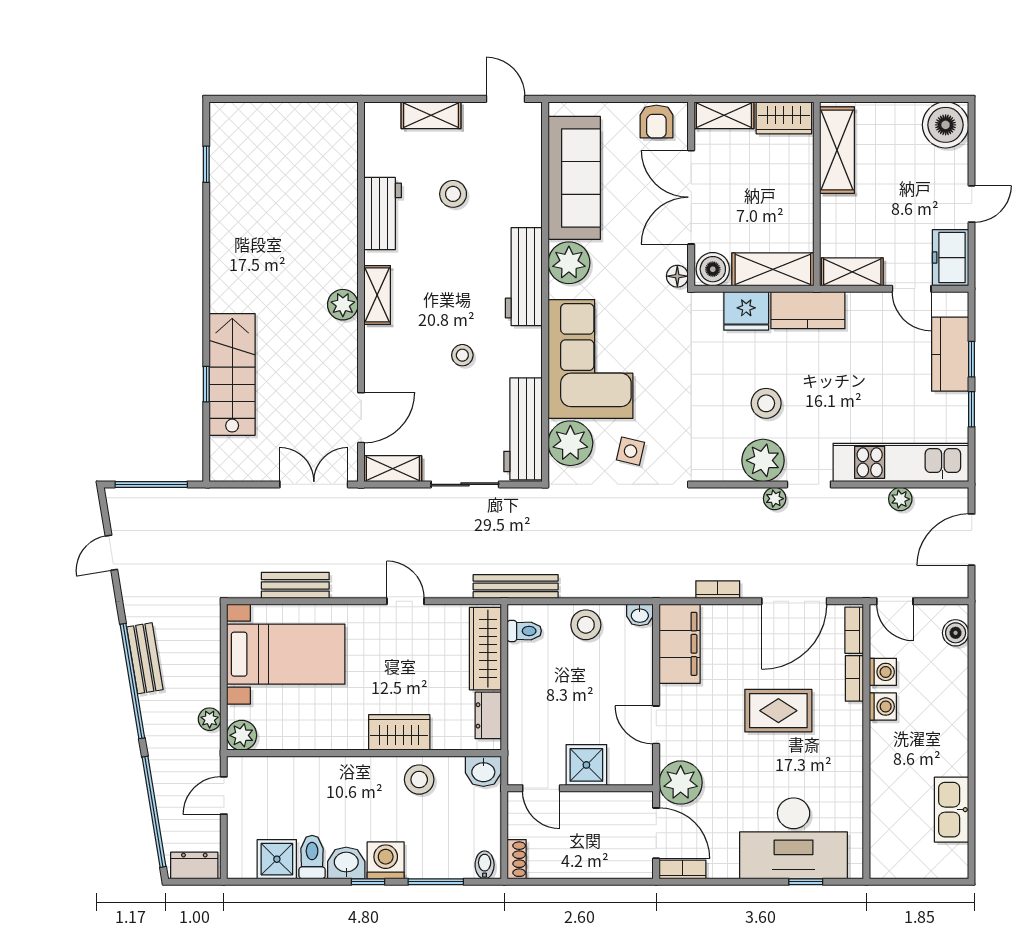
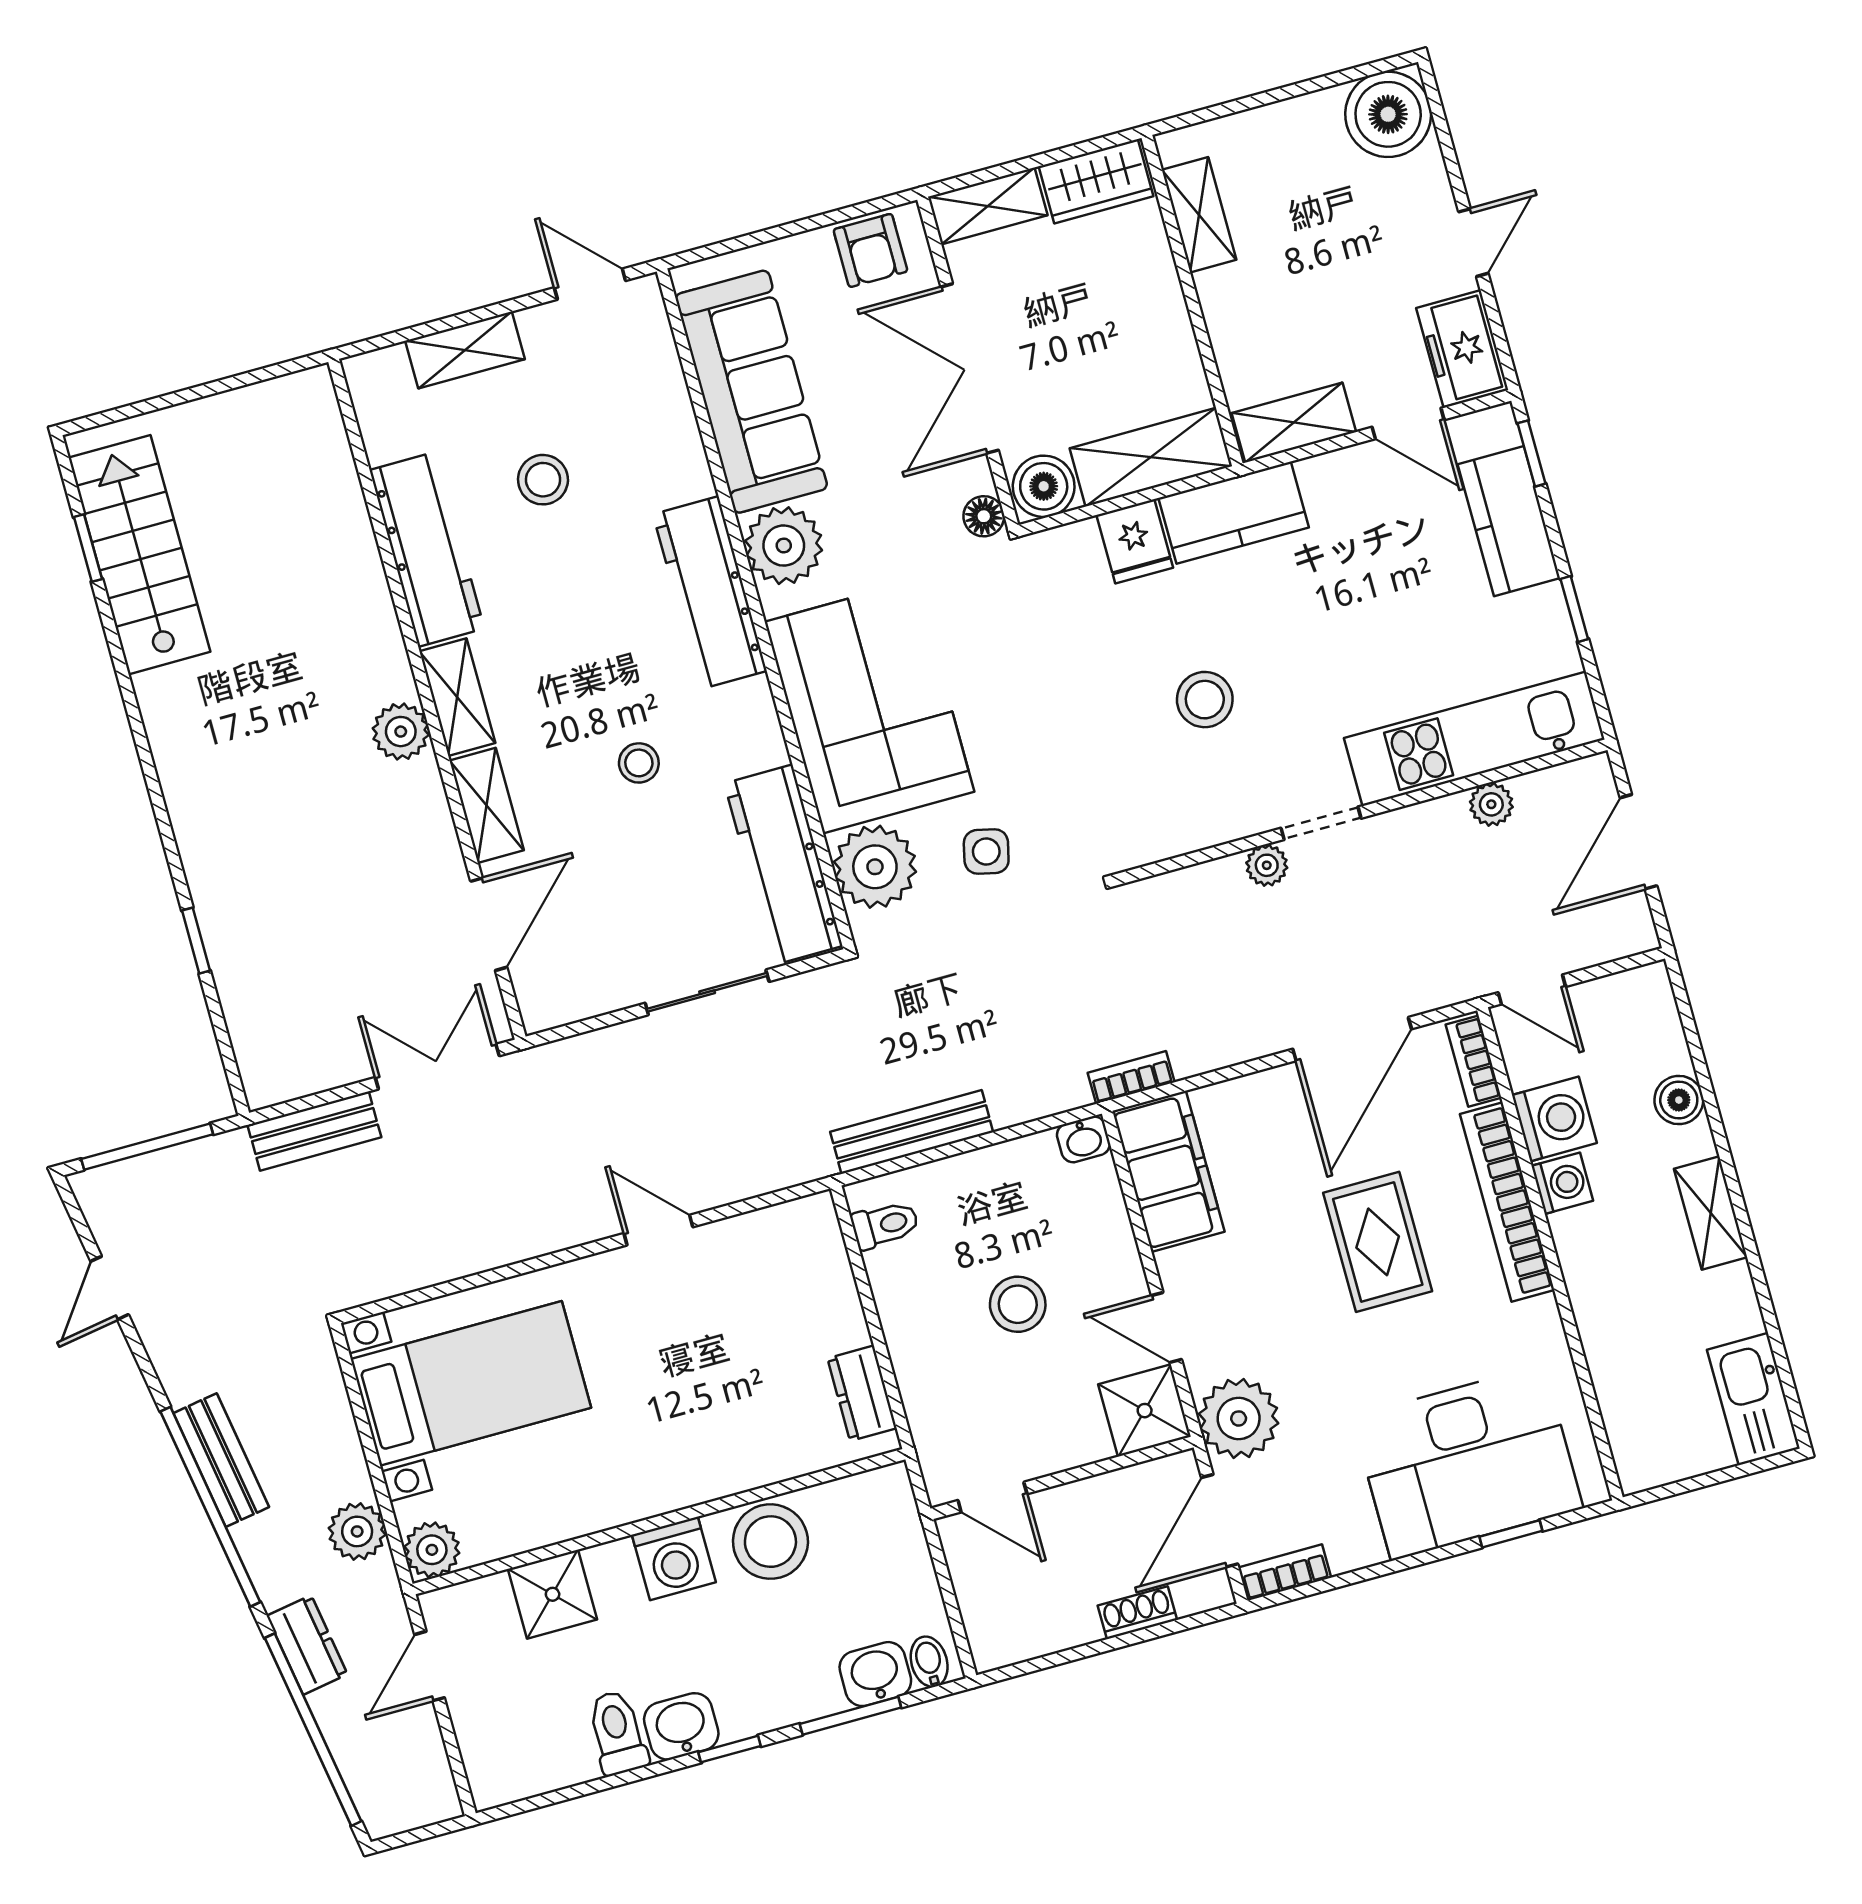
shelving: (837, 150) -> (1199, 215), width x0.67, depth x0.75
workbench: (383, 214) -> (427, 549), width x1.37
fridge: (746, 311) -> (1135, 541), width x0.72
window: (972, 359) -> (1532, 453), moved
stairs: (232, 374) -> (139, 555), moved
plant: (763, 460) -> (1227, 803), removed
shelving: (393, 469) -> (487, 805), moved, turned 90
bench: (295, 585) -> (314, 1131), moved
bench: (516, 586) -> (912, 1132), moved
bookcase: (718, 590) -> (1131, 1077), moved
stool: (586, 625) -> (1018, 1304), moved
boiler: (956, 633) -> (1679, 1100), moved
wardrobe: (485, 649) -> (824, 1275), removed
washing machine: (883, 672) -> (1554, 1119), width x1.38, depth x1.38
bookcase: (854, 678) -> (1507, 1202), width x2.31, depth x1.31
rug: (778, 711) -> (1378, 1242), turned 90
plant: (210, 719) -> (357, 1531), width x1.38, depth x1.38
wardrobe: (399, 732) -> (712, 1467), removed
shelving: (956, 743) -> (1711, 1213), added
shower: (586, 765) -> (1145, 1411), moved
washbasin: (483, 771) -> (875, 1674), moved, turned 180
stool: (419, 780) -> (770, 1542), width x1.38, depth x1.38
kitchen sink: (952, 810) -> (1753, 1399), moved
door: (656, 833) -> (1220, 1521), swing flipped
shower: (277, 859) -> (553, 1594), moved
shoe rack: (517, 859) -> (1137, 1613), moved, turned -90
washing machine: (386, 860) -> (674, 1559), moved, turned 180
dresser: (194, 865) -> (307, 1645), moved, turned 81

